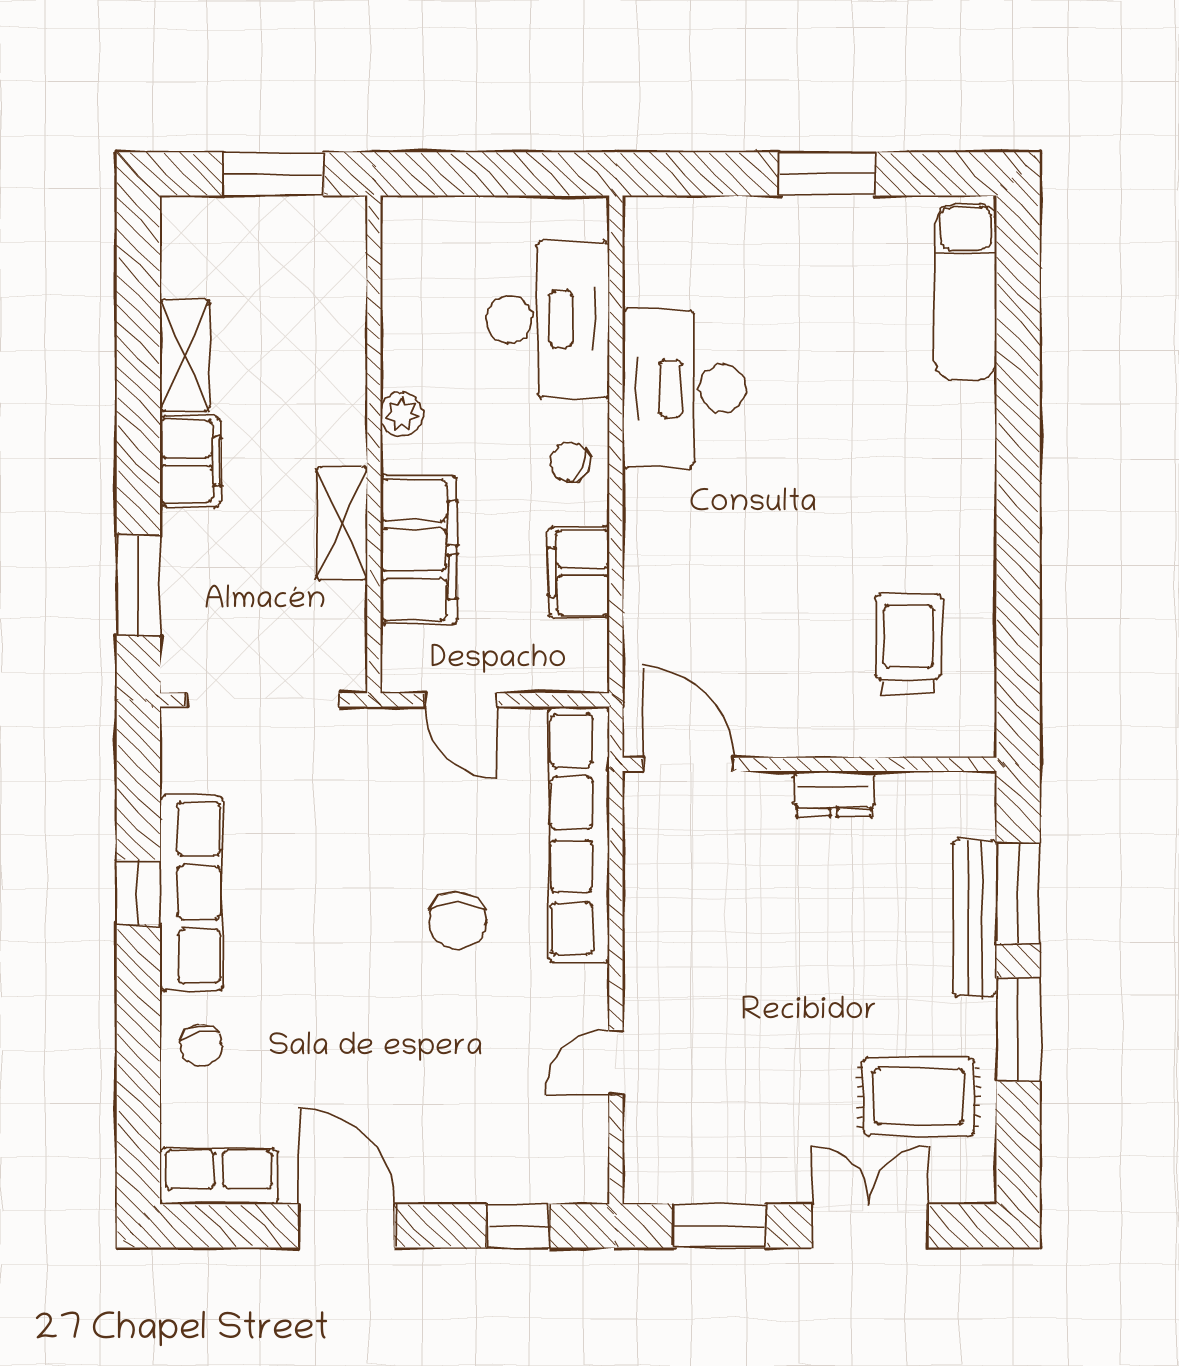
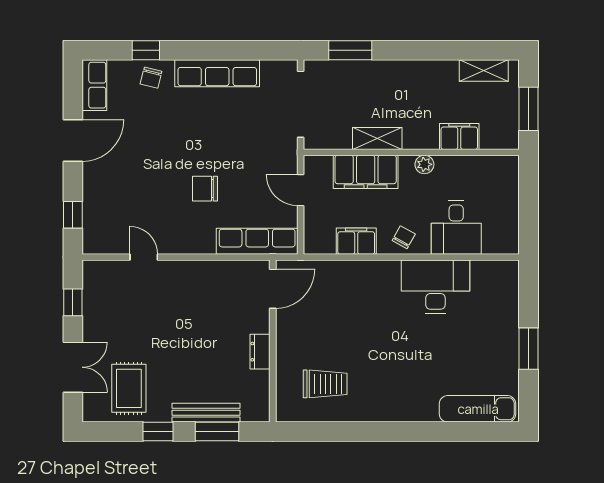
desk: (547, 319) -> (456, 228), width x0.73
shelving: (185, 355) -> (484, 71), moved
filing cabinet: (190, 461) -> (459, 136), moved, turned 180
door: (461, 700) -> (301, 190), hinge flipped
row of seats: (579, 835) -> (257, 241), width x0.73
window: (138, 892) -> (146, 50), moved
window: (1018, 1029) -> (158, 431), width x0.67
chair: (201, 1045) -> (151, 78), turned -67
window: (720, 1226) -> (73, 302), width x0.67

